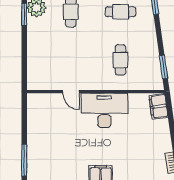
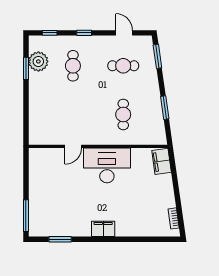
window: (164, 67) -> (165, 108), moved
door: (71, 92) -> (73, 146), hinge flipped

